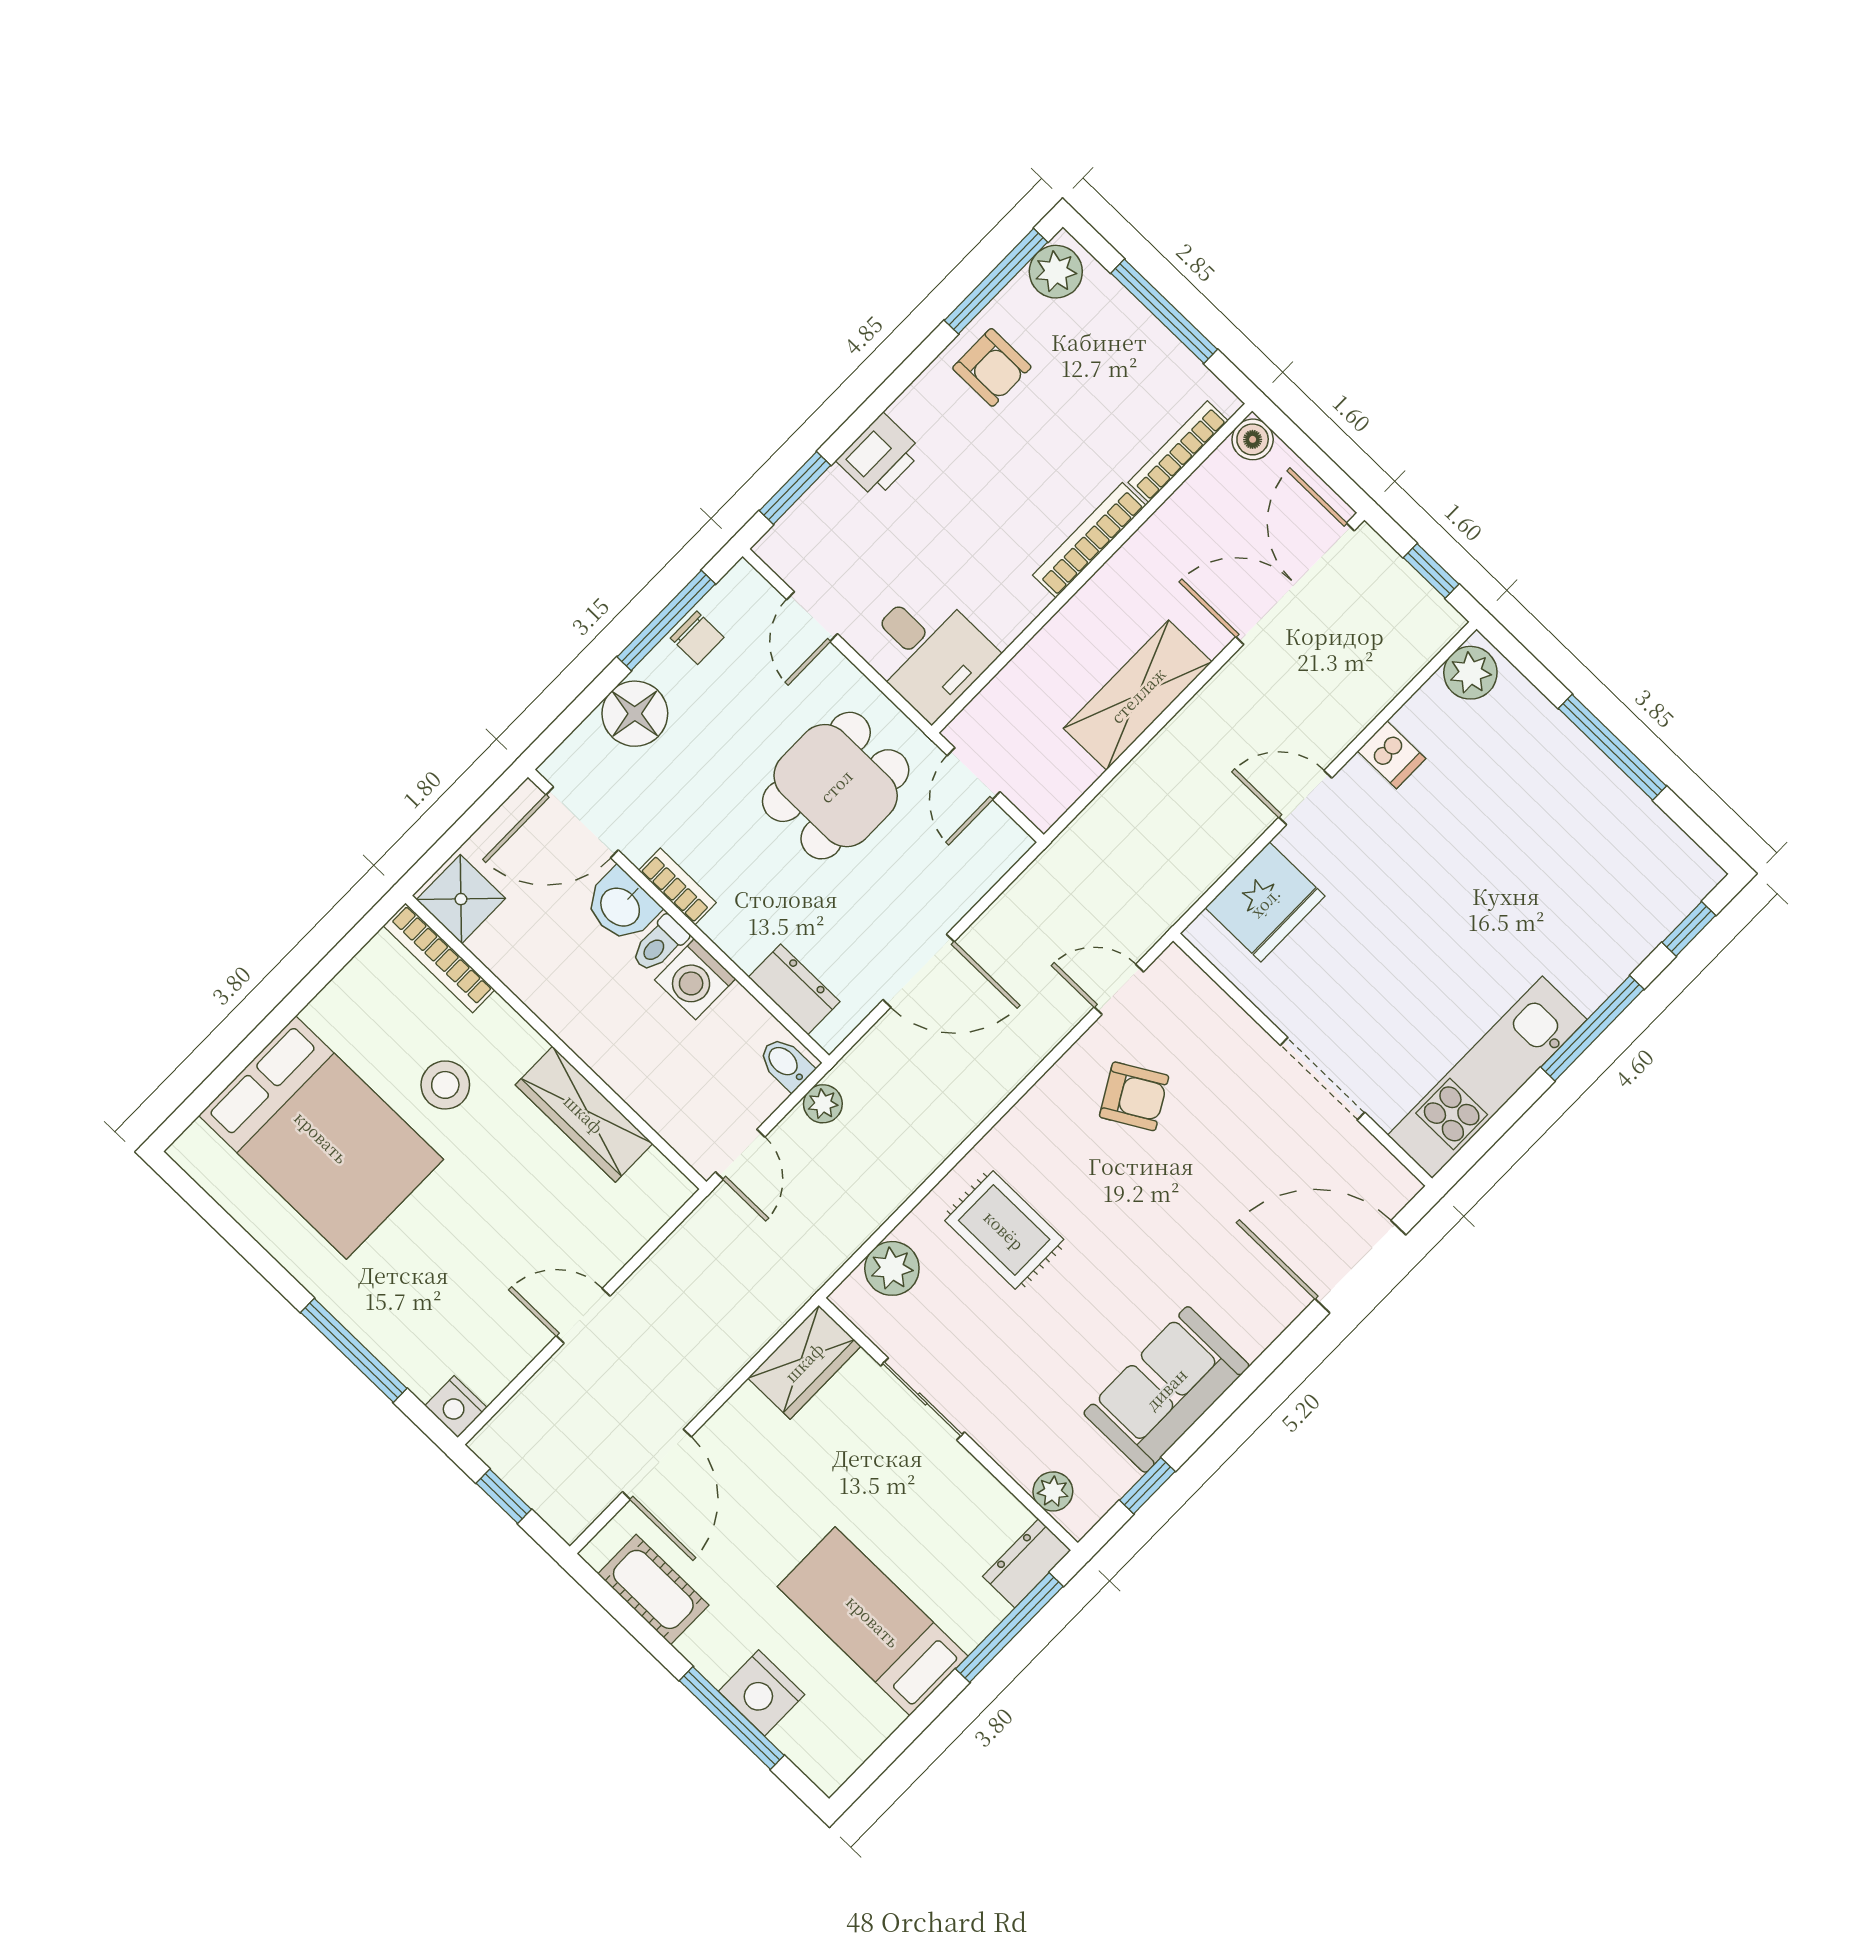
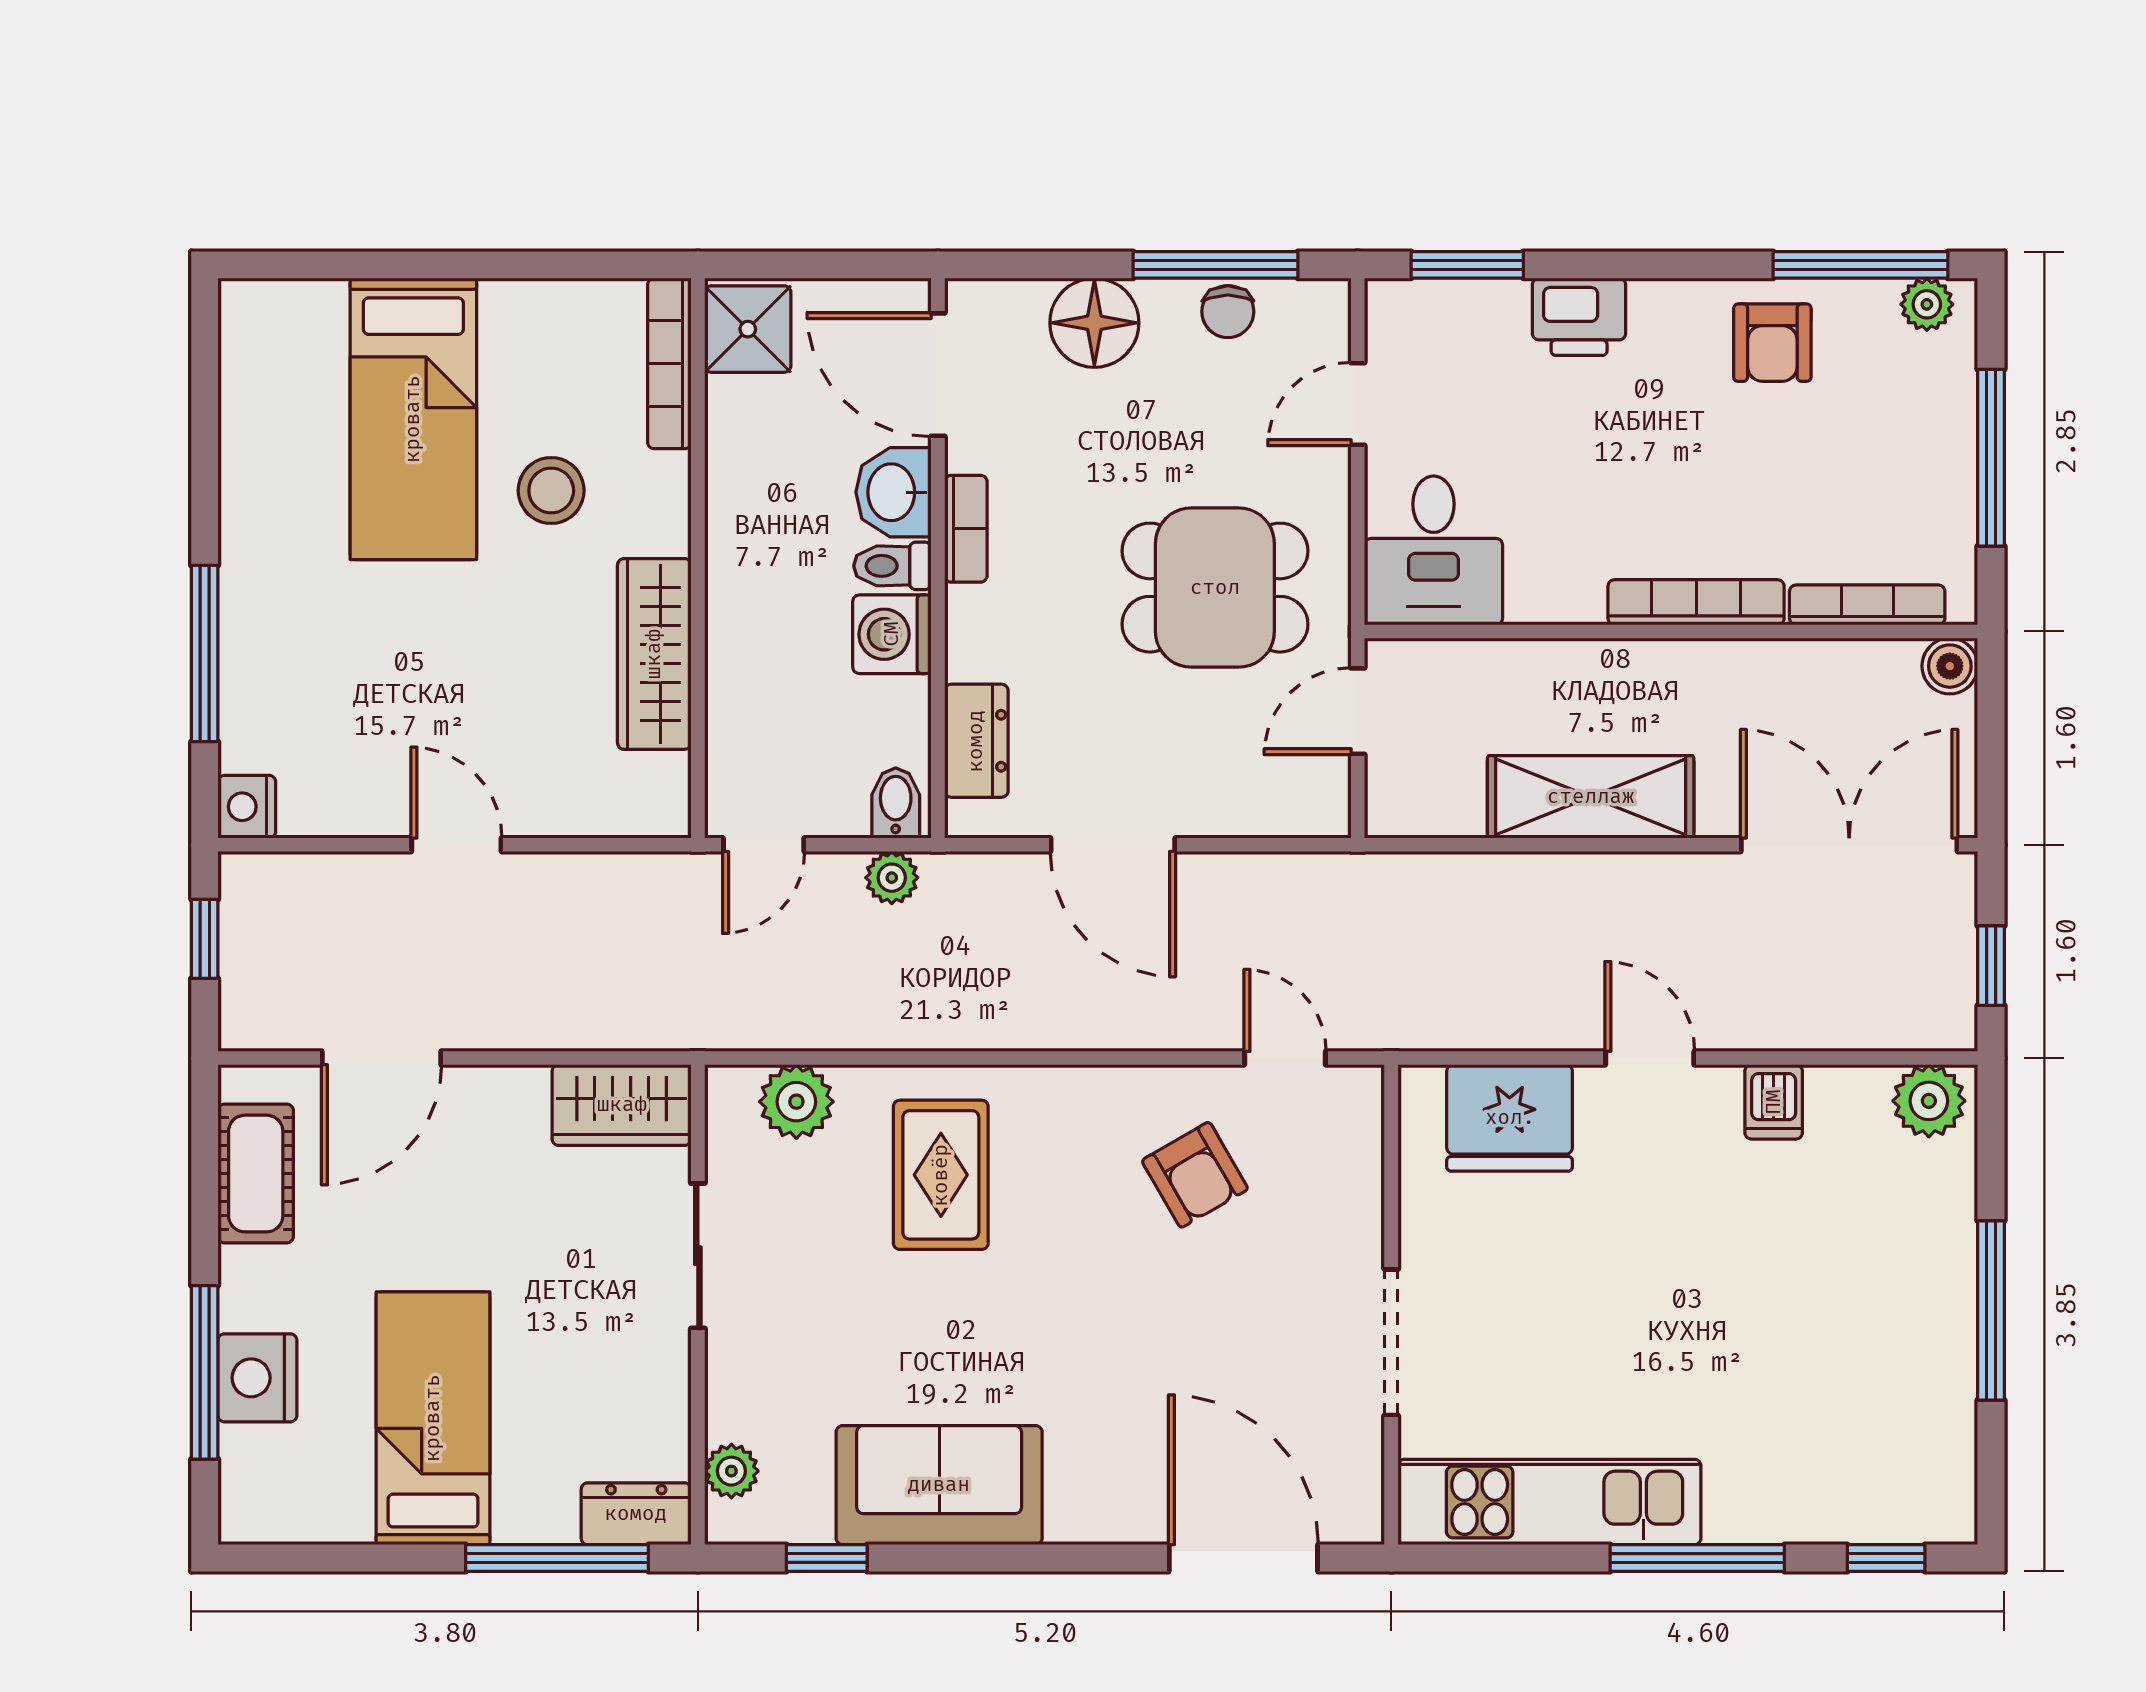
plant: (1056, 272) -> (1927, 304), width x0.73, depth x0.73
bed: (321, 1137) -> (413, 419), width x0.67

